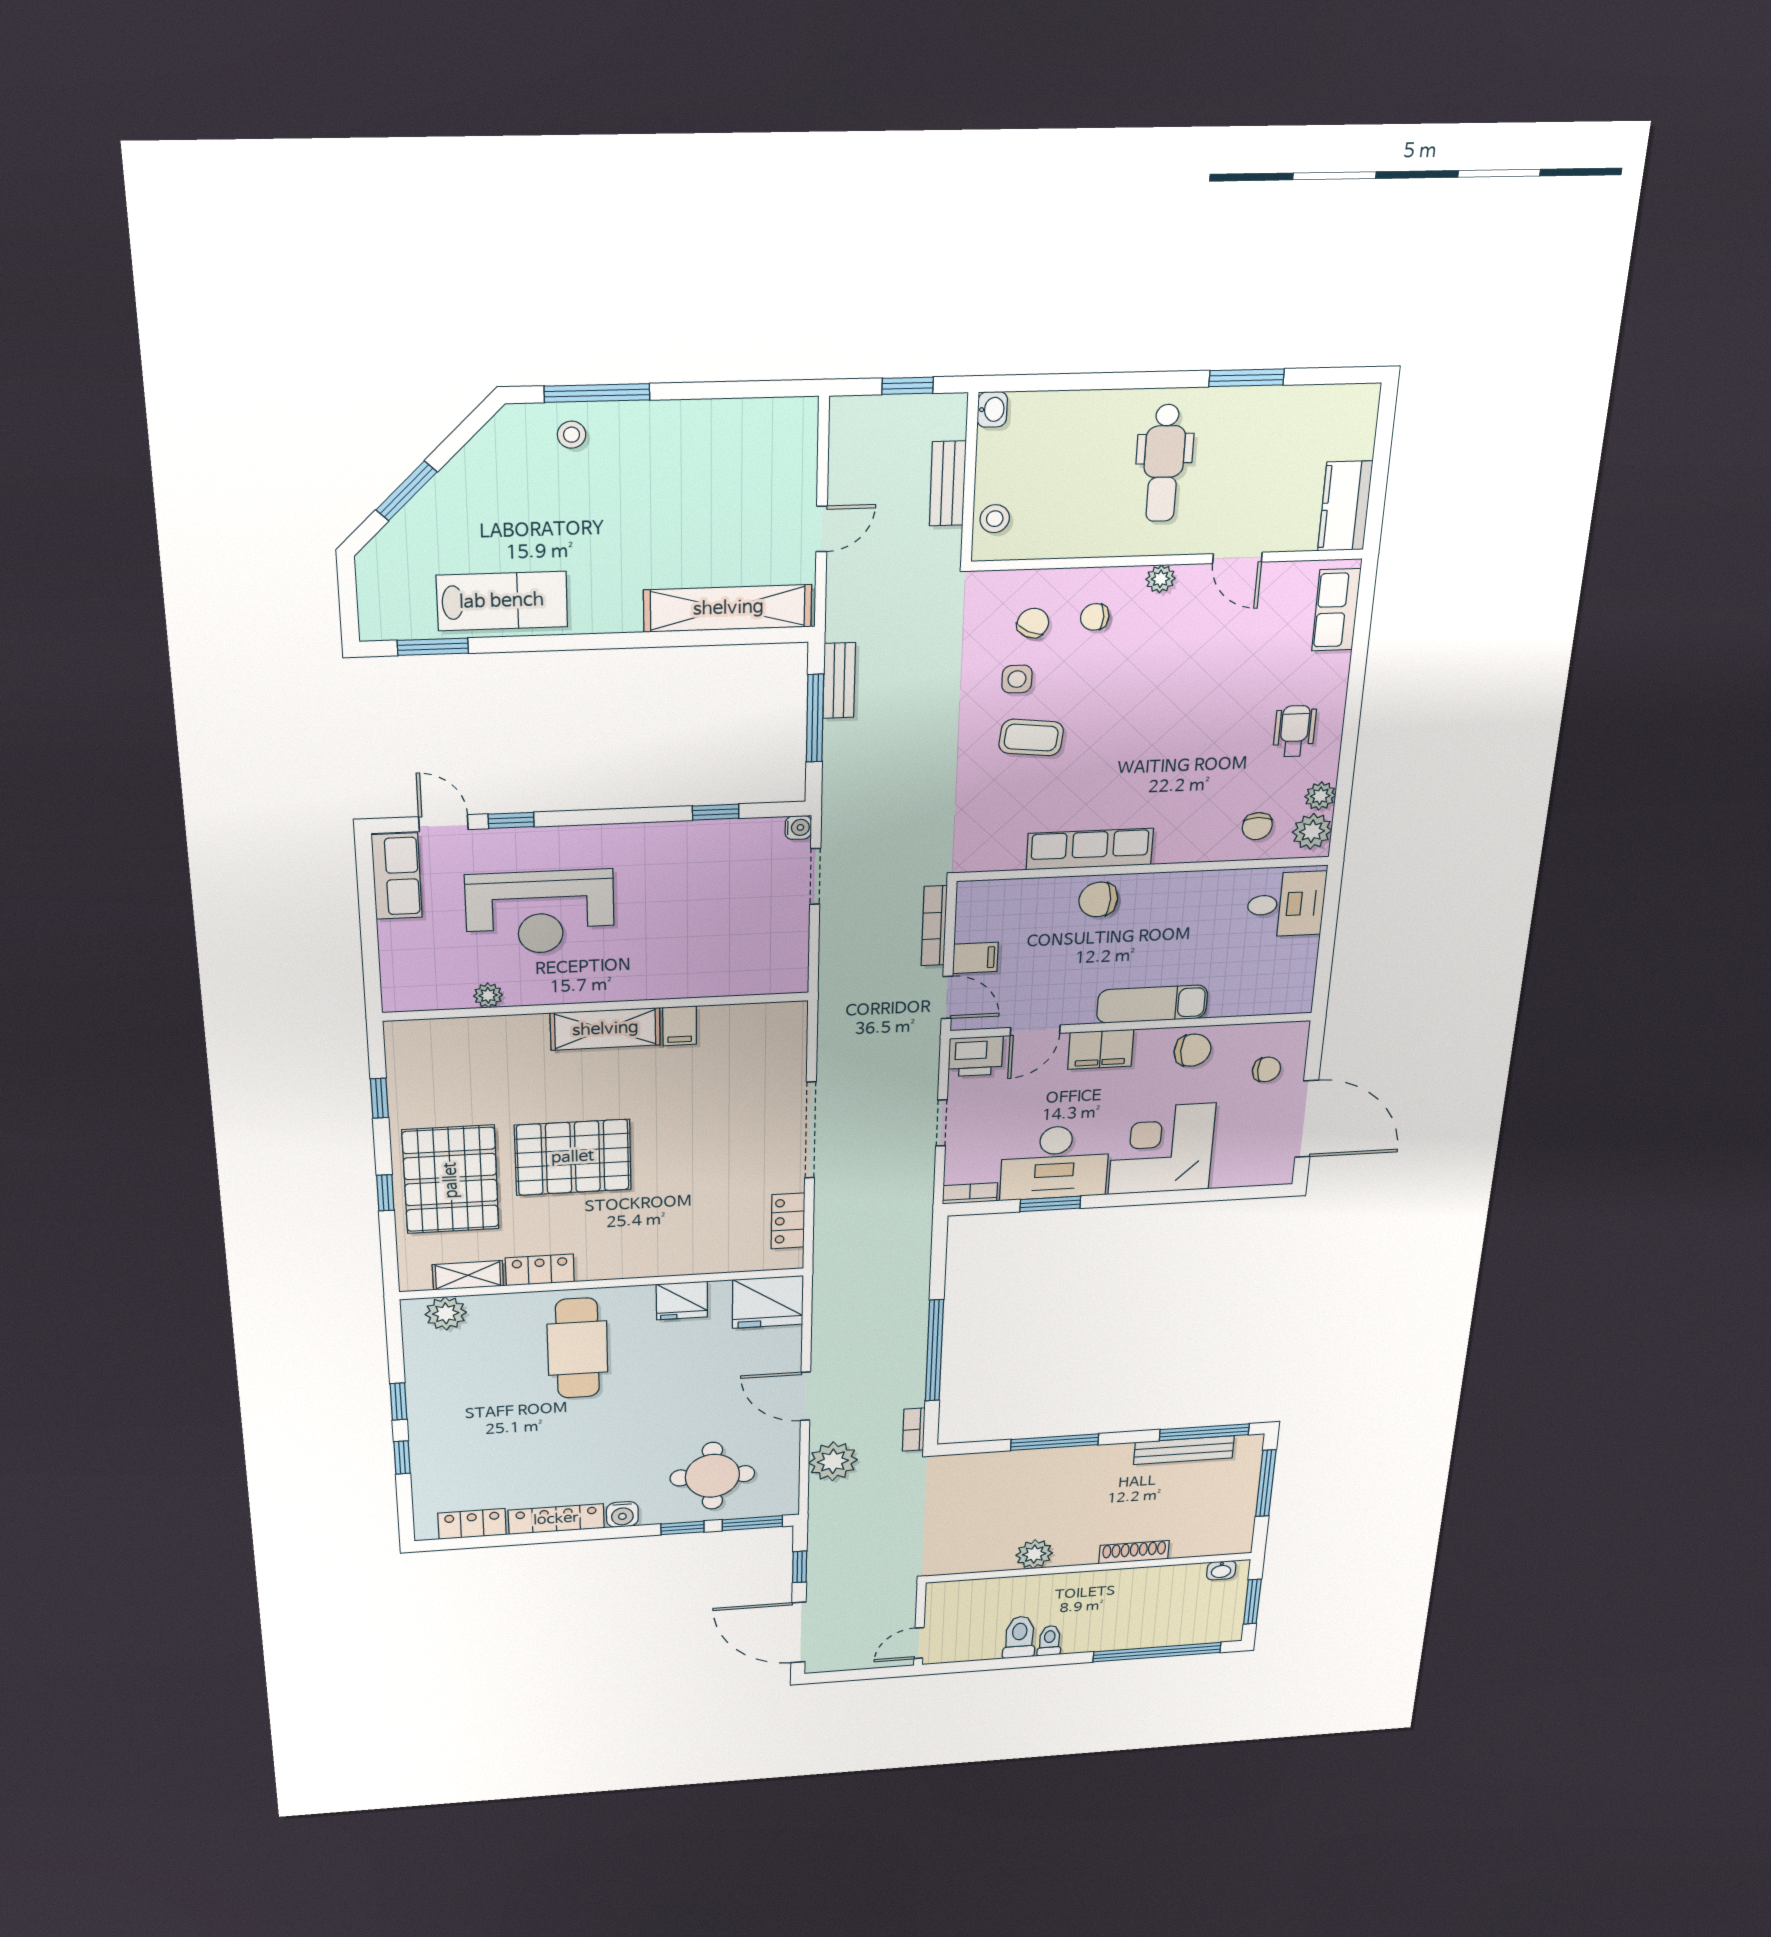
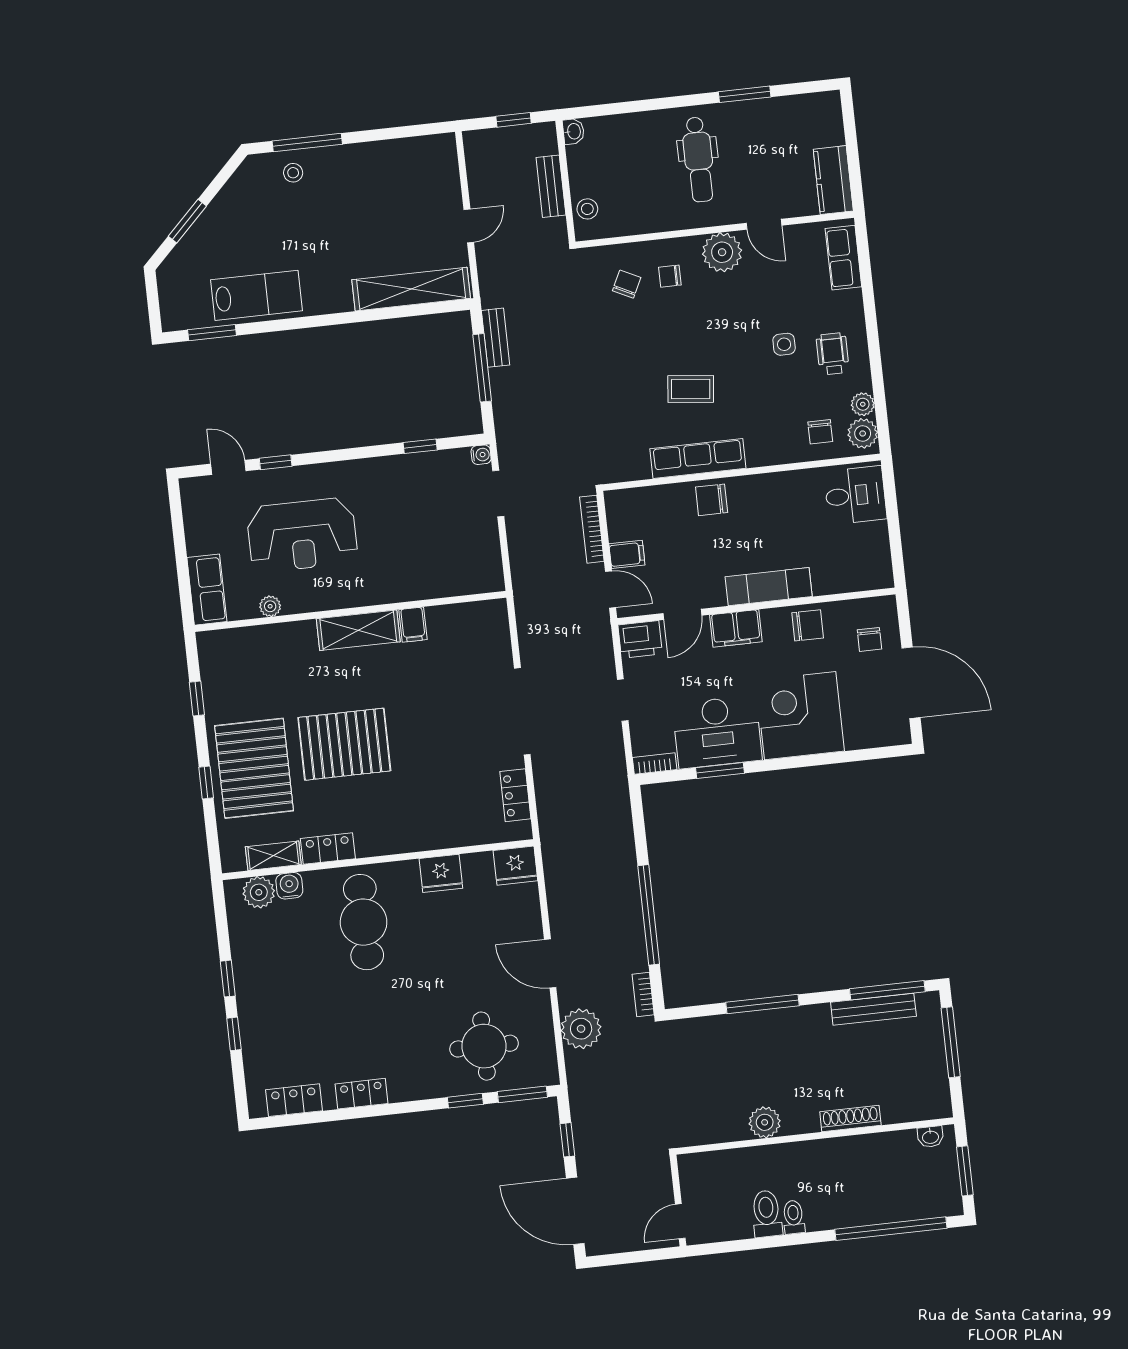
plant: (1161, 579) -> (722, 252), width x1.88, depth x1.88
side table: (1017, 679) -> (784, 344), moved
coffee table: (1031, 738) -> (691, 389), moved
row of seats: (397, 876) -> (207, 590), moved
chair: (1266, 1069) -> (869, 639), turned 90
fridge: (768, 1302) -> (515, 866), width x0.73, depth x0.75
water cooler: (622, 1514) -> (289, 886), moved, turned 180
locker: (556, 1519) -> (361, 1094), width x0.66

